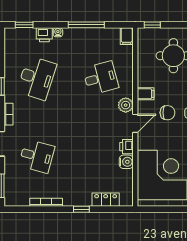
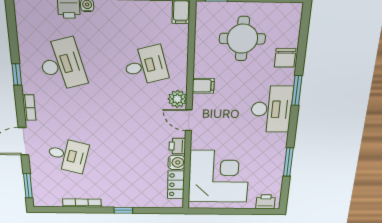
desk: (37, 78) -> (62, 65), turned -33
chair: (167, 113) -> (230, 108), removed
door: (135, 123) -> (189, 120), swing flipped
locker: (106, 200) -> (176, 185), moved, turned -90

